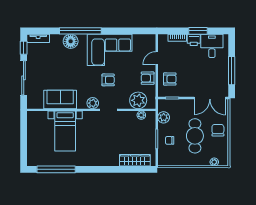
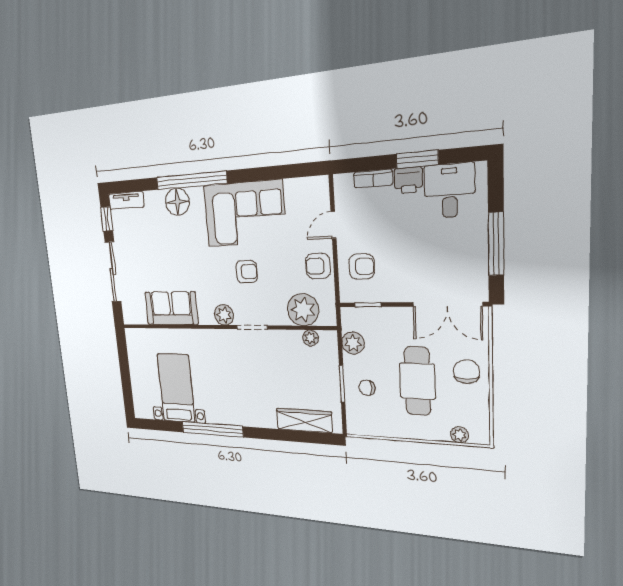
bed with nightstands: (65, 131) -> (176, 388), moved, turned 180
window: (56, 169) -> (212, 429), moved

